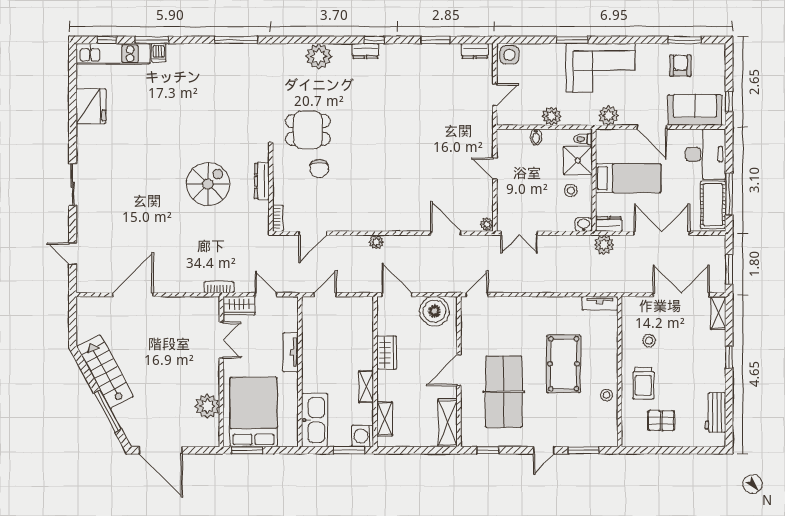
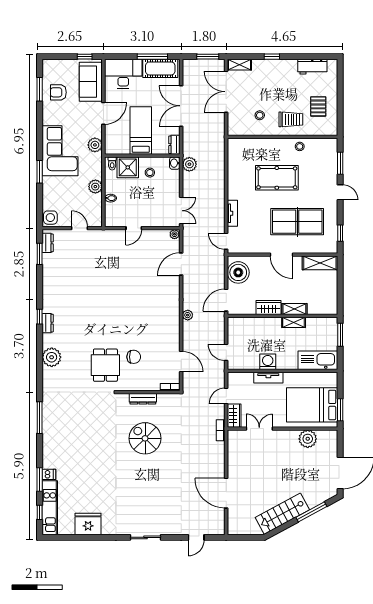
window: (436, 40) -> (40, 254), moved
plant: (604, 245) -> (189, 164), moved
tv unit: (600, 303) -> (232, 213), moved
shelving: (385, 419) -> (294, 309), moved
washing machine: (363, 436) -> (268, 362), moved, turned 180

